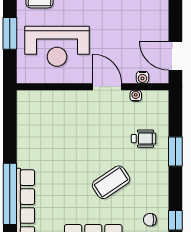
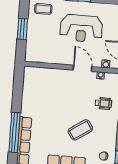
reception desk: (57, 46) -> (81, 28), moved

